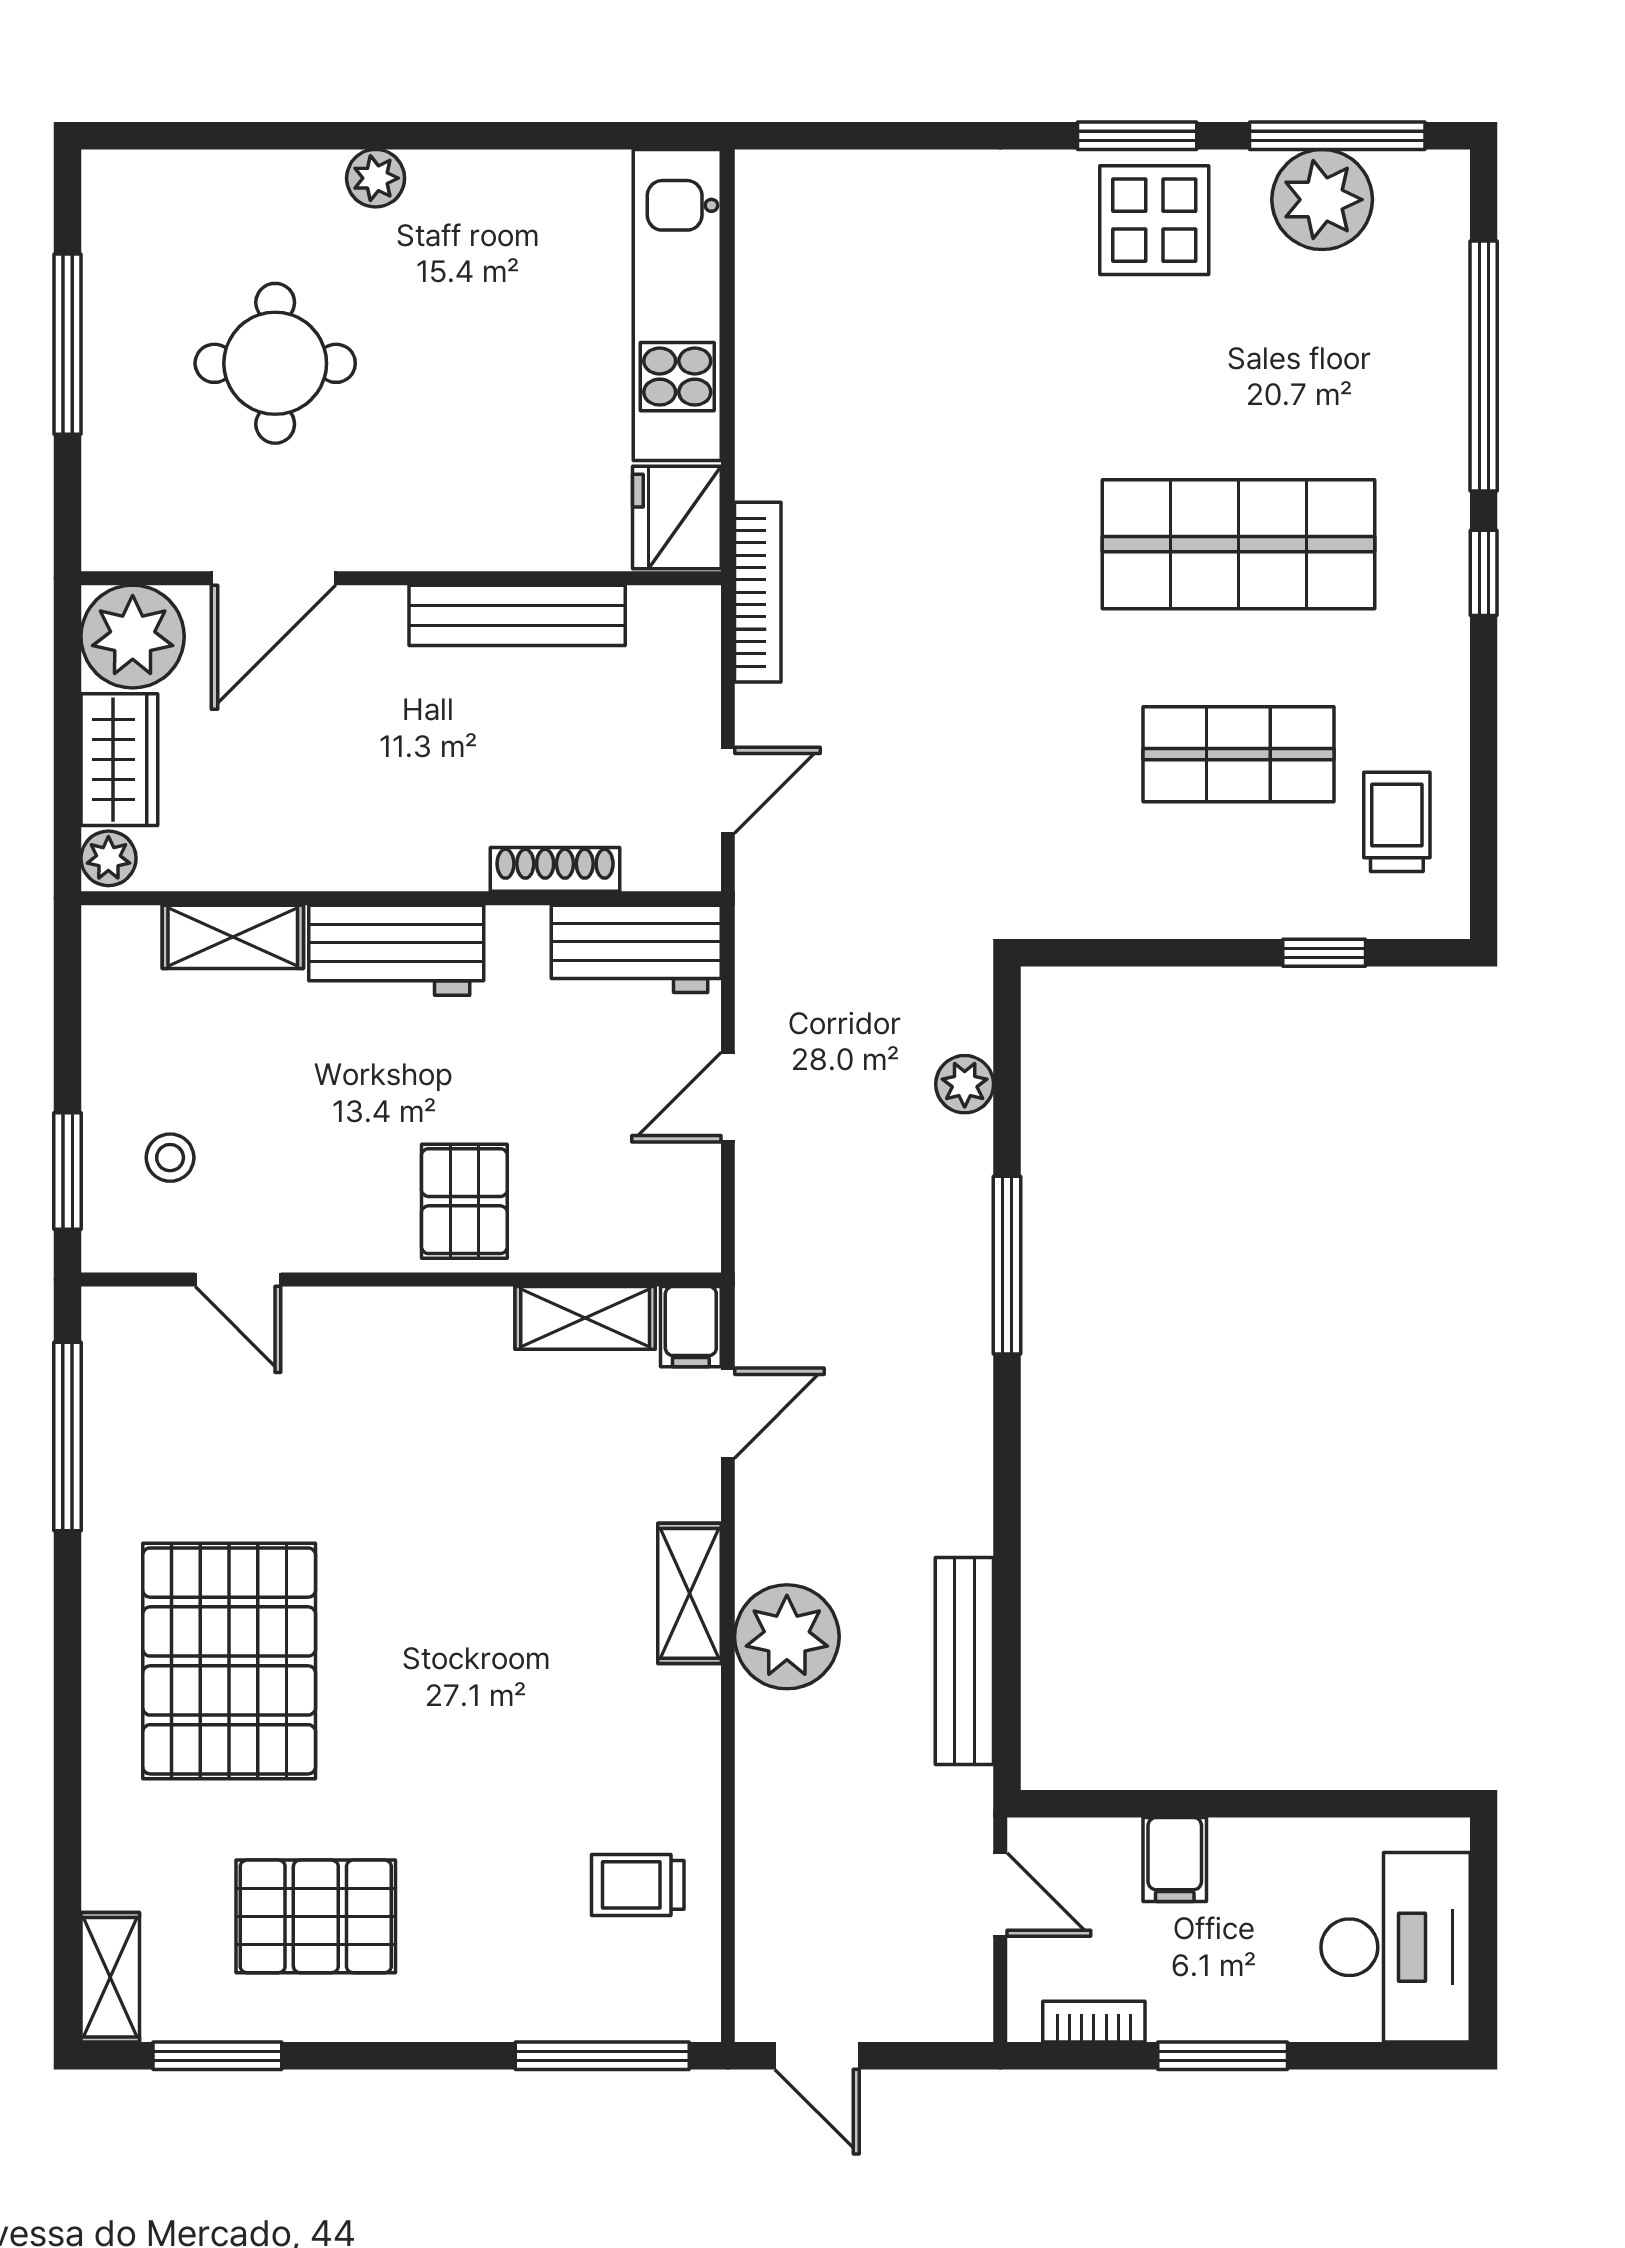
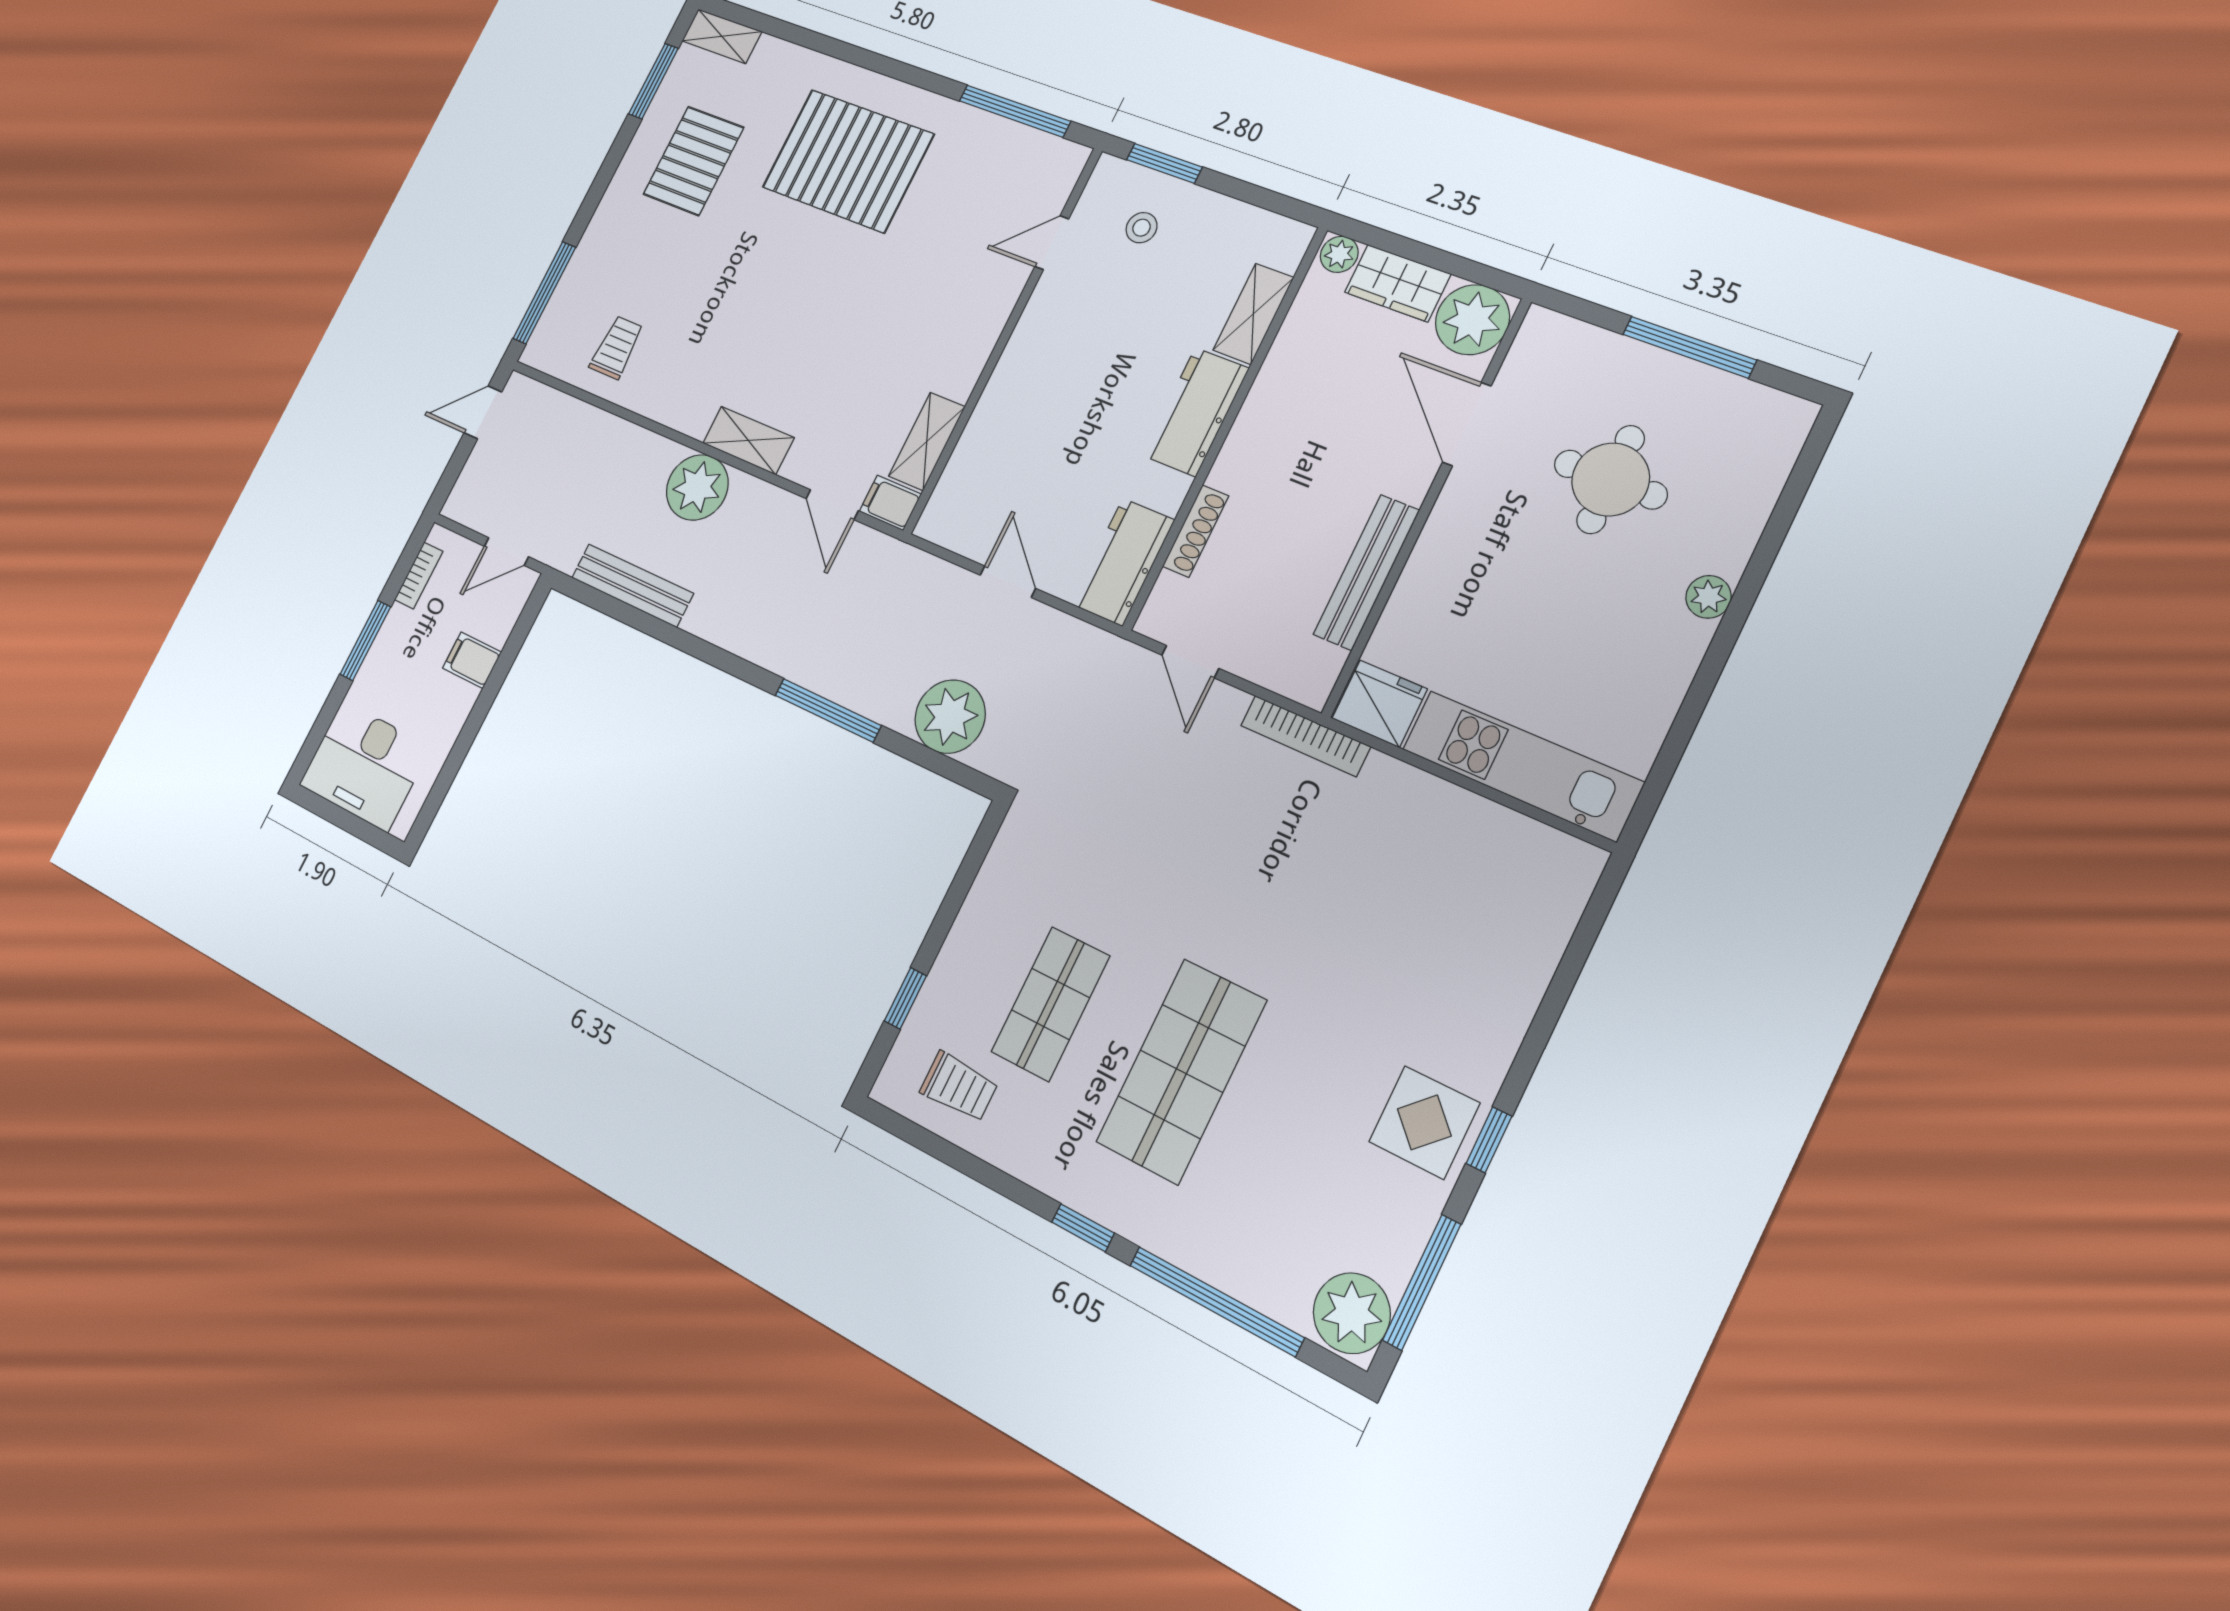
window: (1137, 136) -> (1489, 1140), width x0.67
plant: (1322, 200) -> (1352, 1313), moved
plant: (965, 1084) -> (950, 717), width x1.87, depth x1.87
pallet: (464, 1201) -> (1028, 396), removed

